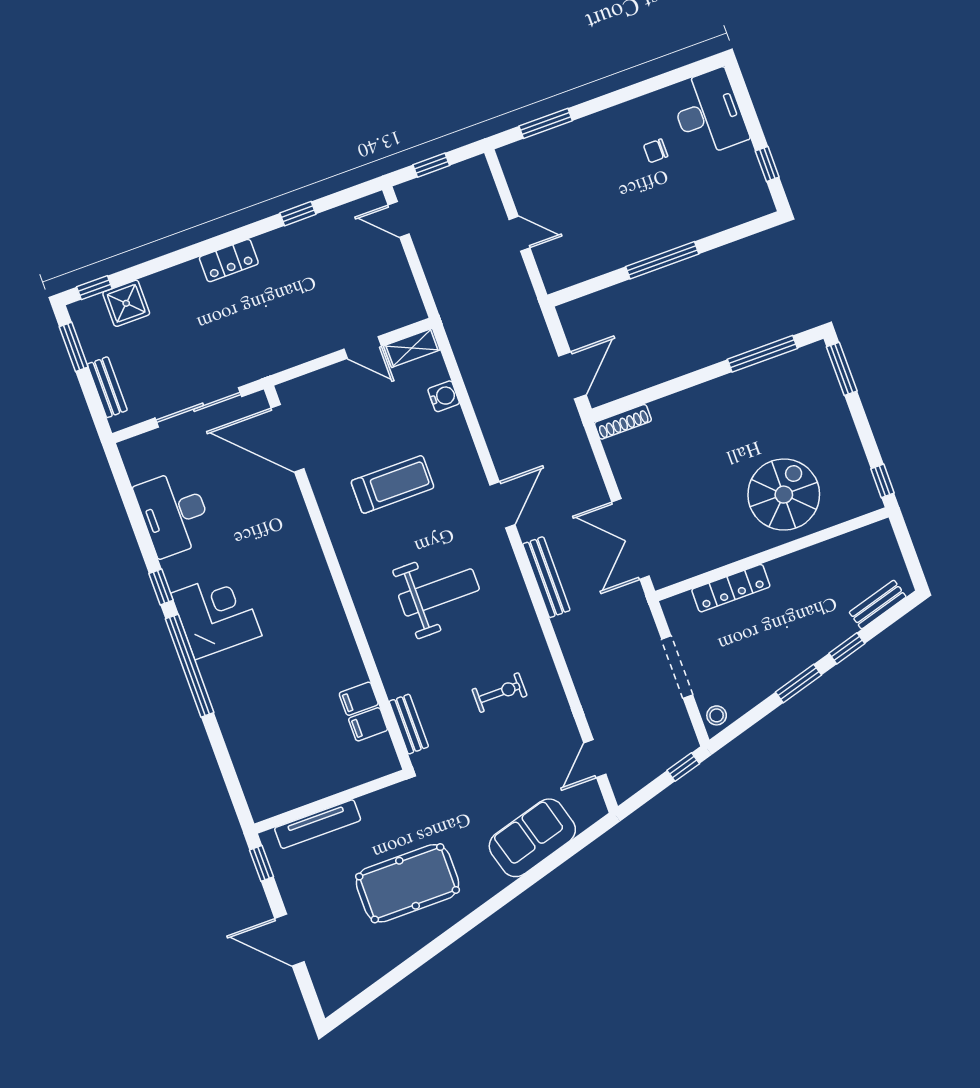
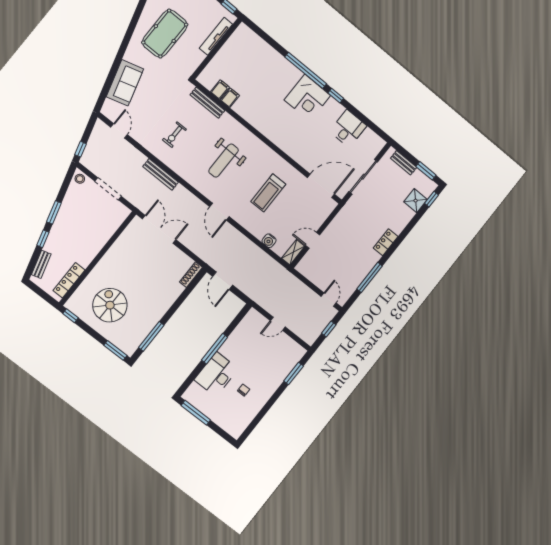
desk: (709, 113) -> (216, 374), moved, turned 90
window: (767, 164) -> (196, 413), width x2.17
window: (298, 214) -> (370, 277), width x2.17
door: (399, 220) -> (329, 300), hinge flipped
spiral stairs: (784, 495) -> (110, 305), moved, turned 180
desk: (174, 513) -> (348, 128), width x0.73
bench: (546, 577) -> (161, 174), moved
locker: (731, 588) -> (69, 280), moved
bench: (409, 724) -> (207, 103), width x1.36

